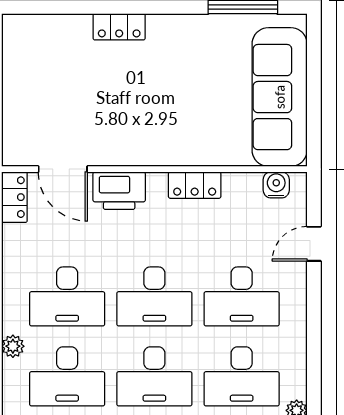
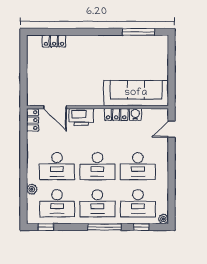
locker: (119, 27) -> (54, 41), moved
sofa: (280, 97) -> (136, 93), moved, turned 90
water cooler: (276, 185) -> (135, 114), moved
door: (314, 244) -> (171, 129), moved

